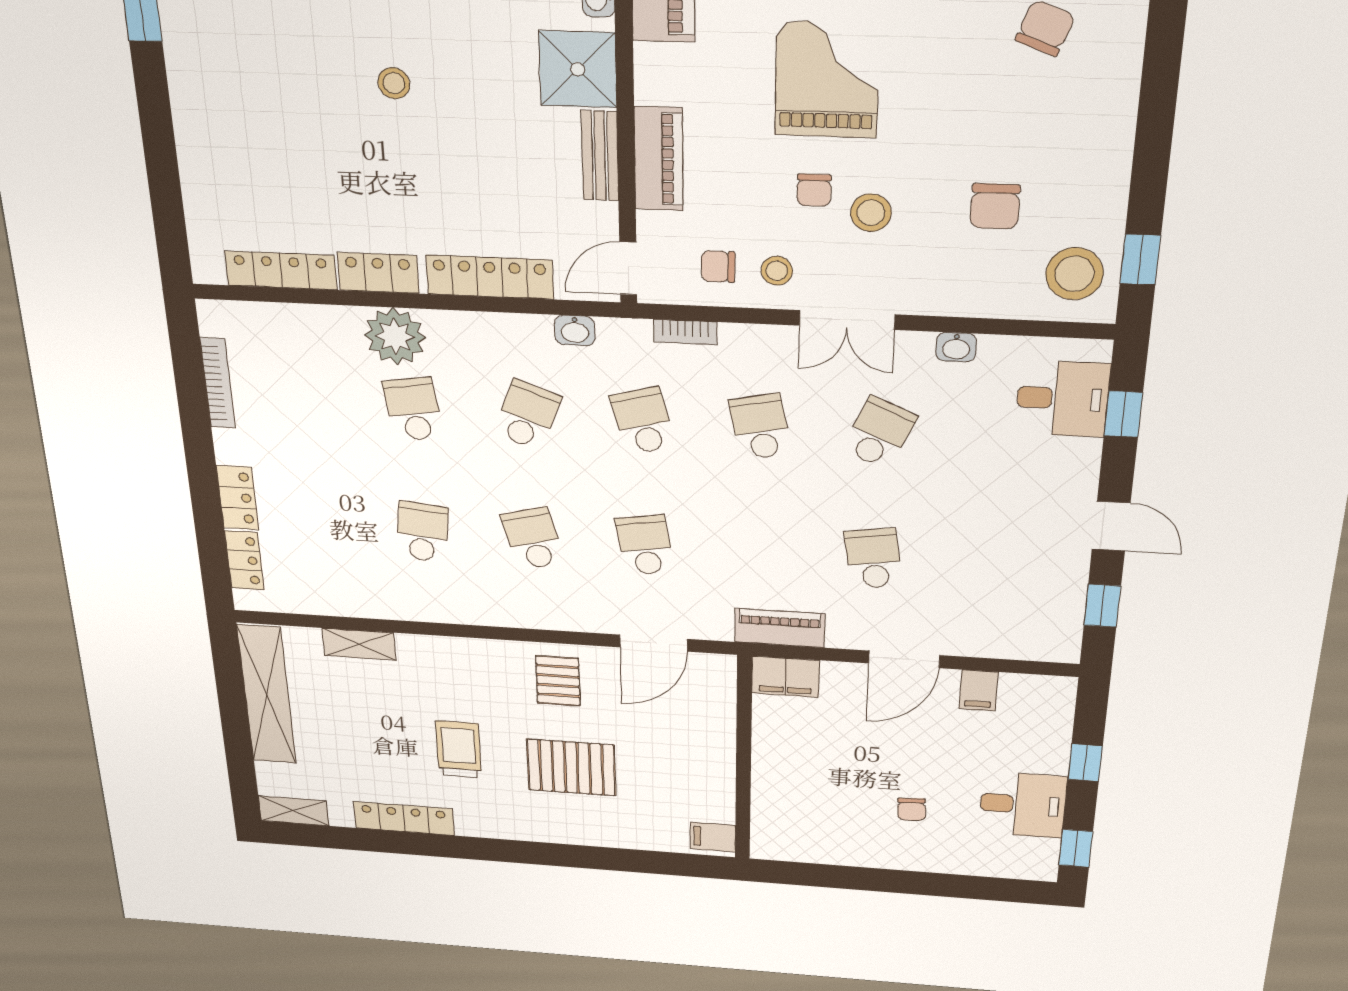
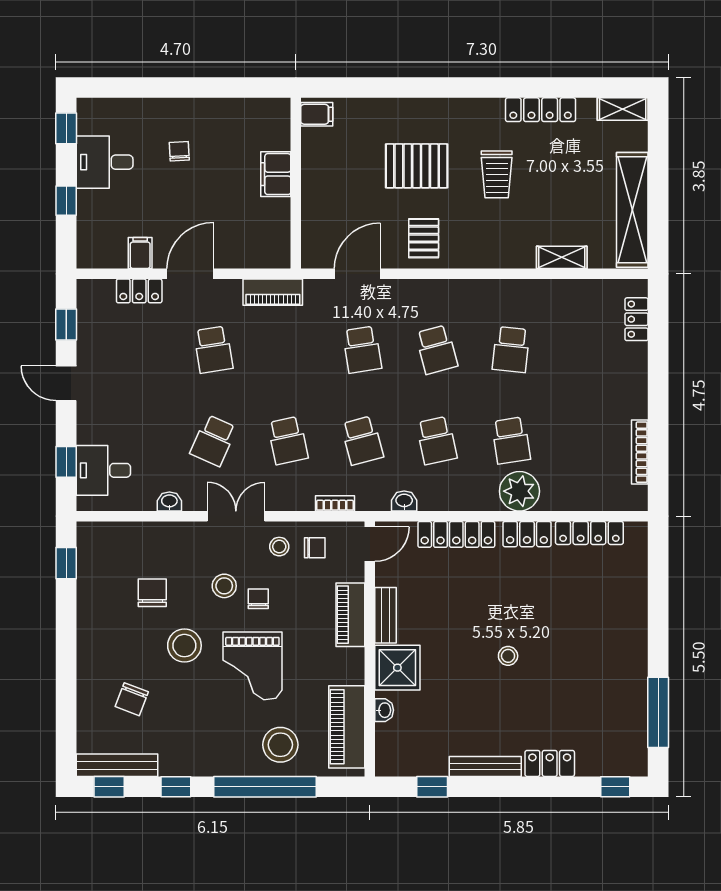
stool: (1074, 274) -> (184, 646), moved
school desk: (527, 415) -> (437, 440), turned -33
locker: (238, 498) -> (139, 291), moved, turned -90
filing cabinet: (785, 677) -> (276, 174), moved, turned -90

